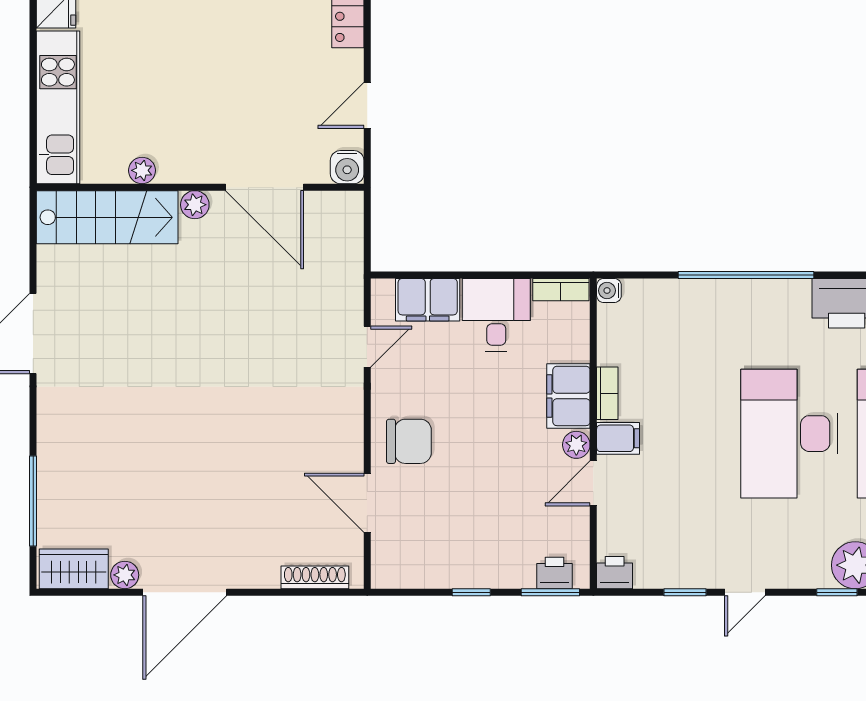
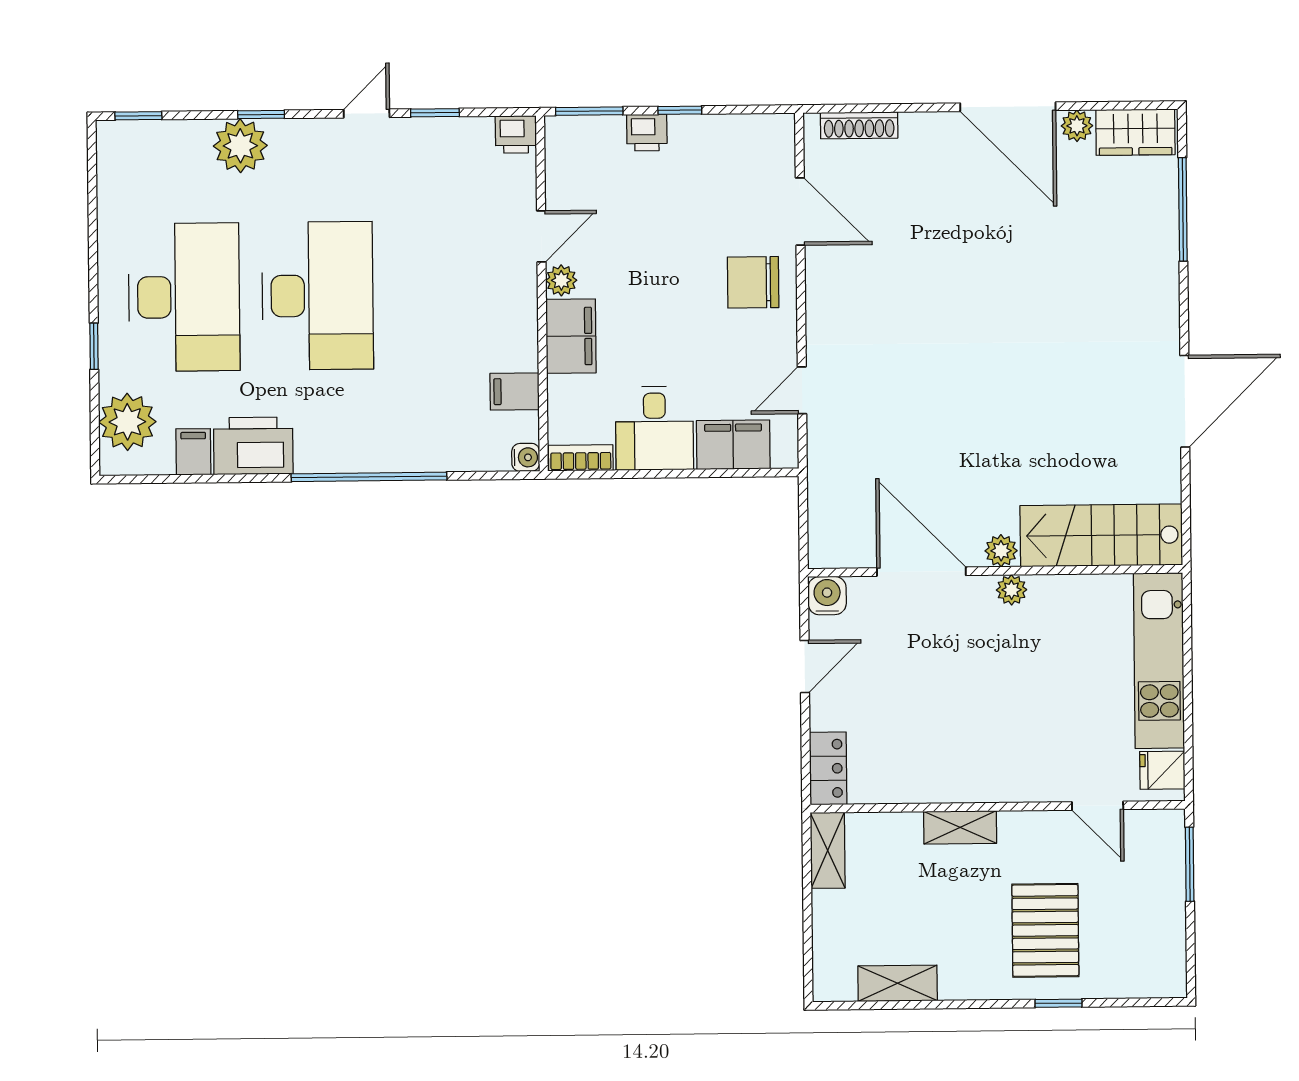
plant: (142, 170) -> (1012, 590), moved
bookcase: (607, 393) -> (526, 340), removed
filing cabinet: (618, 438) -> (515, 391), moved
printer: (554, 573) -> (647, 133), moved
door: (185, 592) -> (1008, 107), swing flipped

